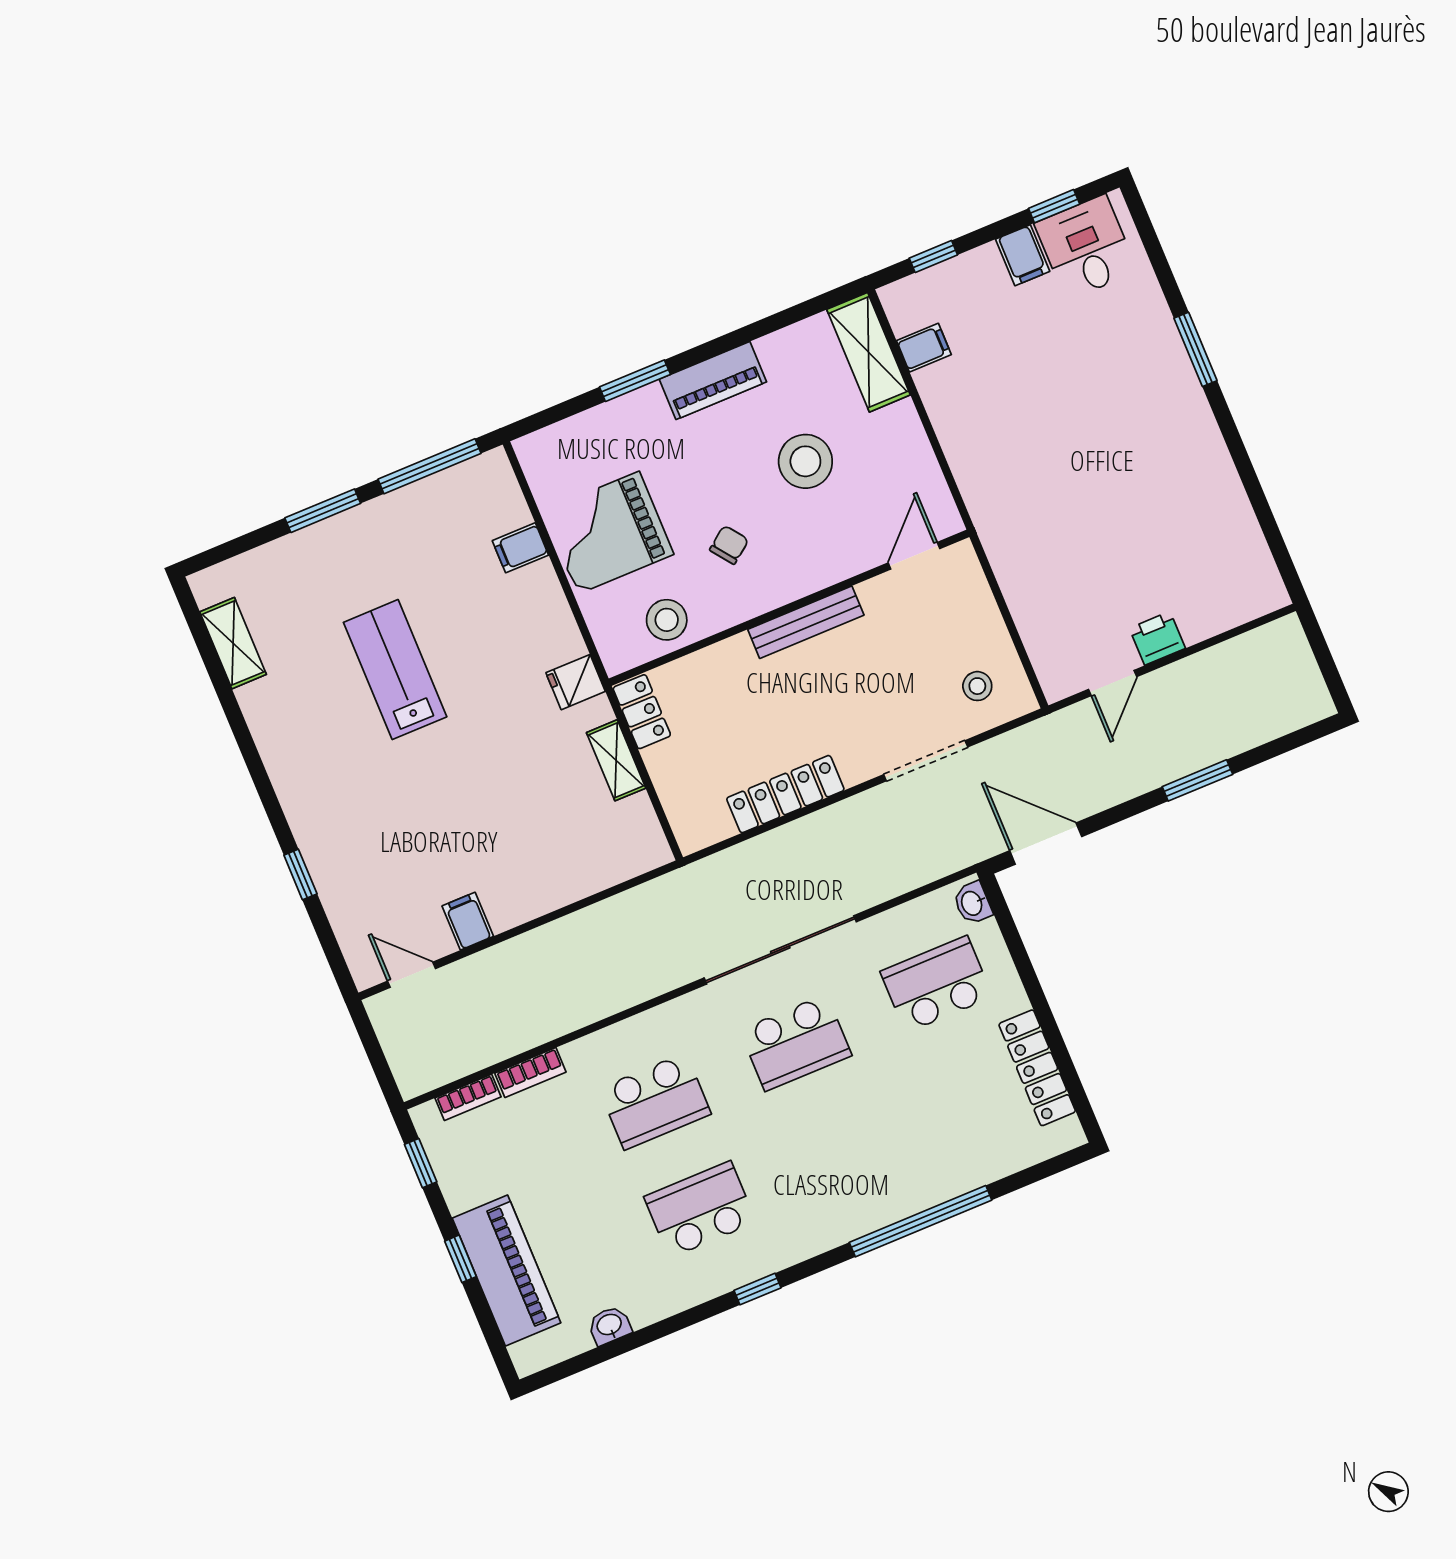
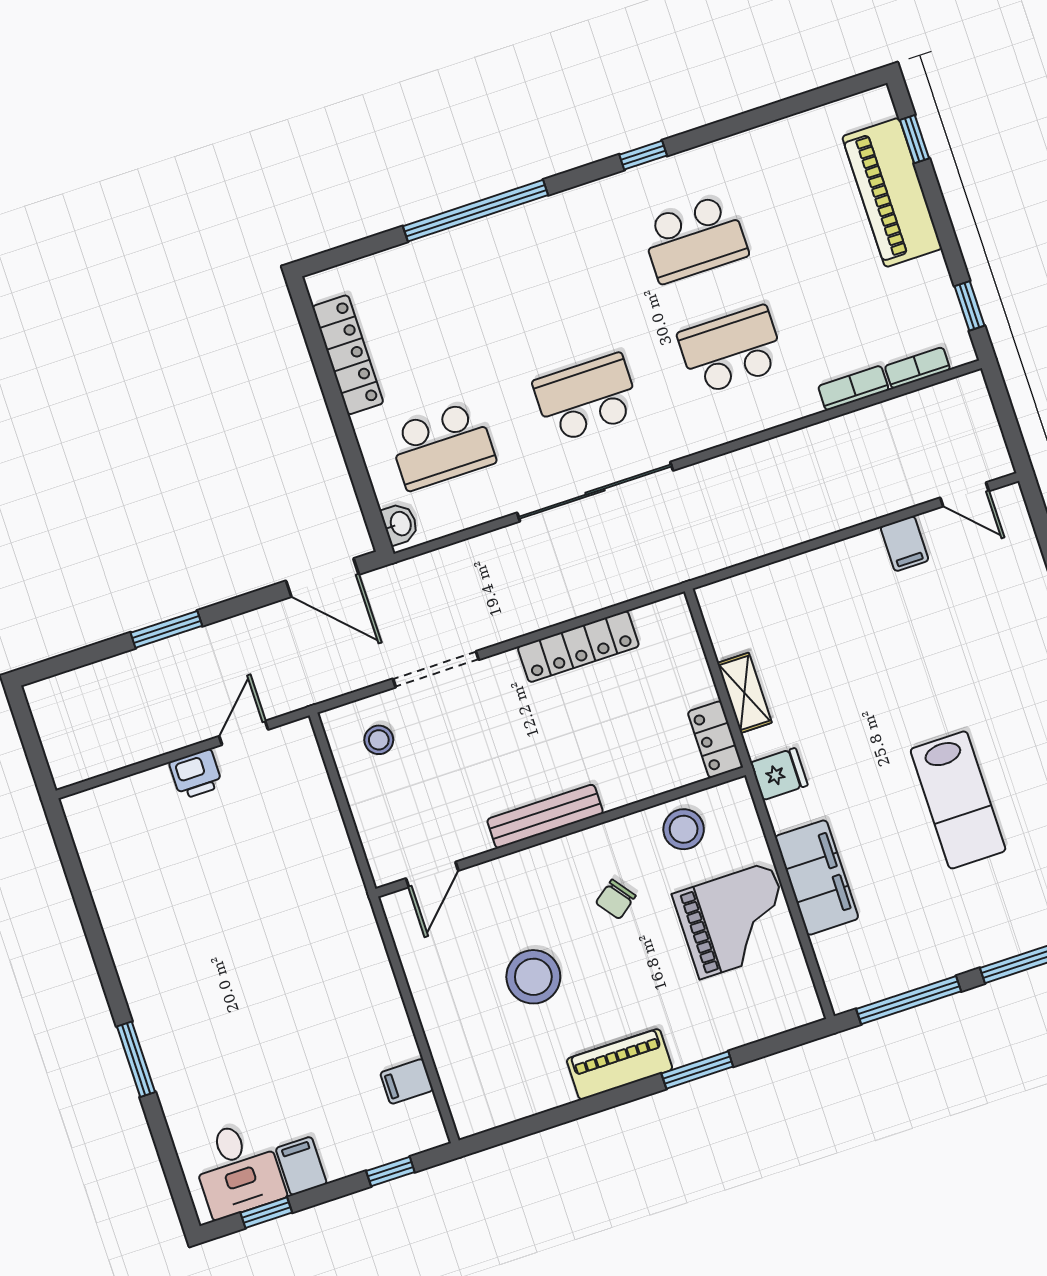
shelving: (869, 352) -> (462, 1081), removed
filing cabinet: (520, 548) -> (817, 878), width x3.00, depth x1.17
window: (460, 1259) -> (914, 139), moved
washbasin: (610, 1325) -> (793, 130), removed

